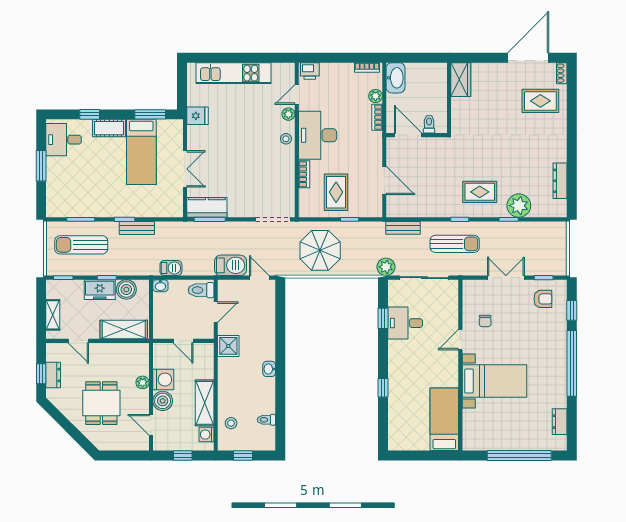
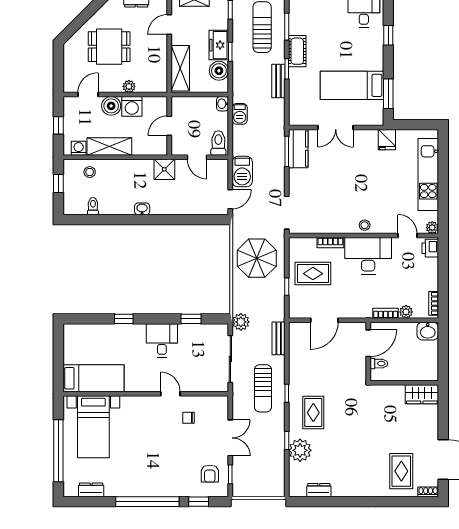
washbasin: (395, 78) -> (428, 331), width x0.72
plant: (288, 114) -> (432, 228), moved
cot: (109, 128) -> (297, 51), moved
dresser: (560, 181) -> (319, 490), width x0.70
desk: (405, 323) -> (162, 340), moved
bed with nightstands: (494, 381) -> (93, 427), moved

